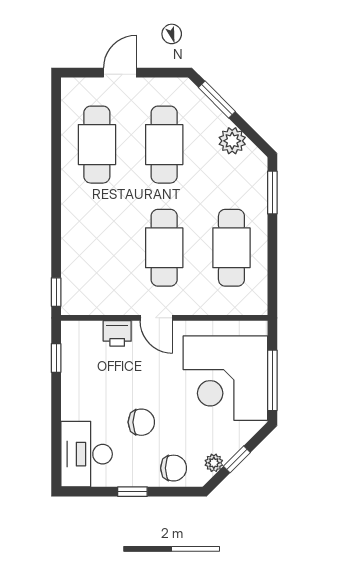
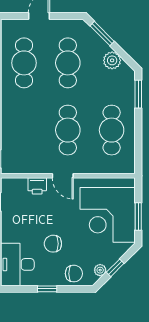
window: (272, 380) -> (138, 216), width x0.69
chair: (141, 422) -> (53, 244), turned 180

